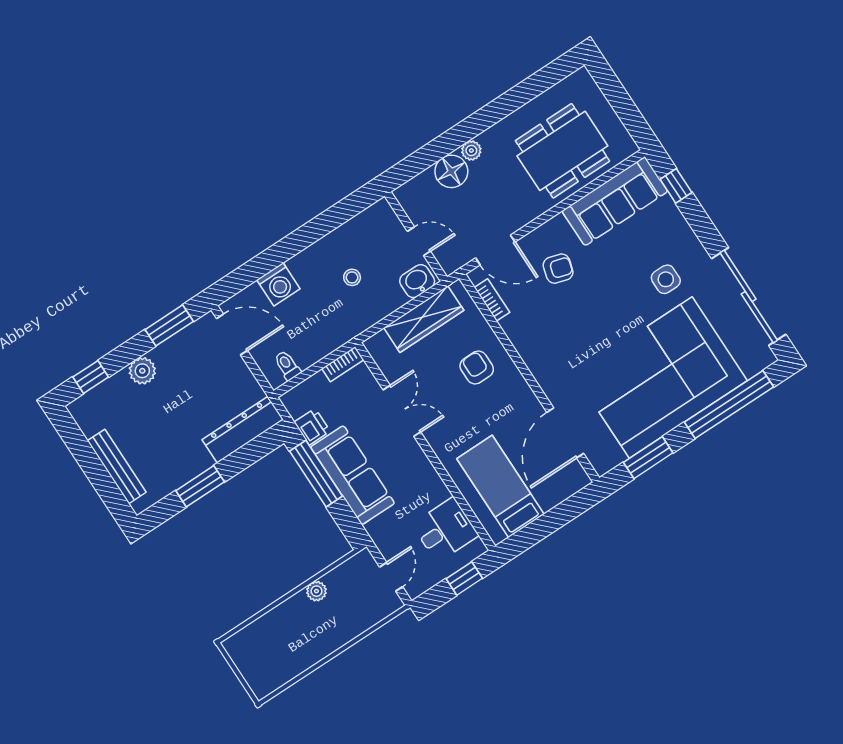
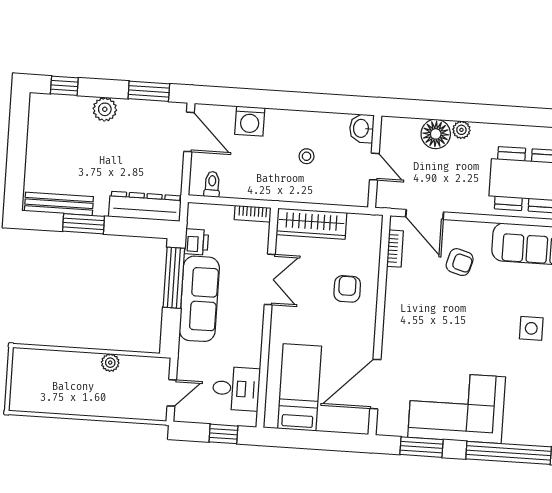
washbasin: (417, 281) -> (362, 128), moved, turned -90
wardrobe: (424, 319) -> (311, 224), moved
corner sofa: (661, 377) -> (457, 407), width x0.73, depth x0.74
bench: (117, 466) -> (59, 204), moved, turned 90

